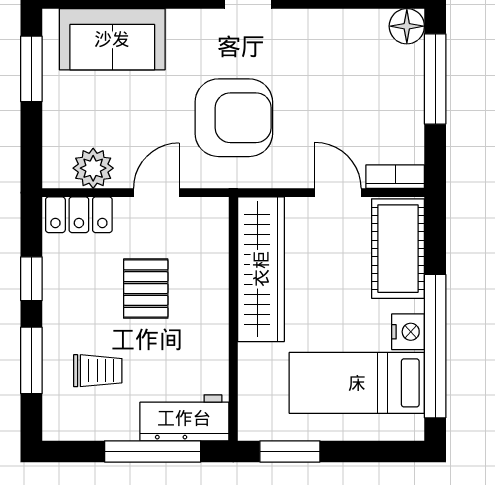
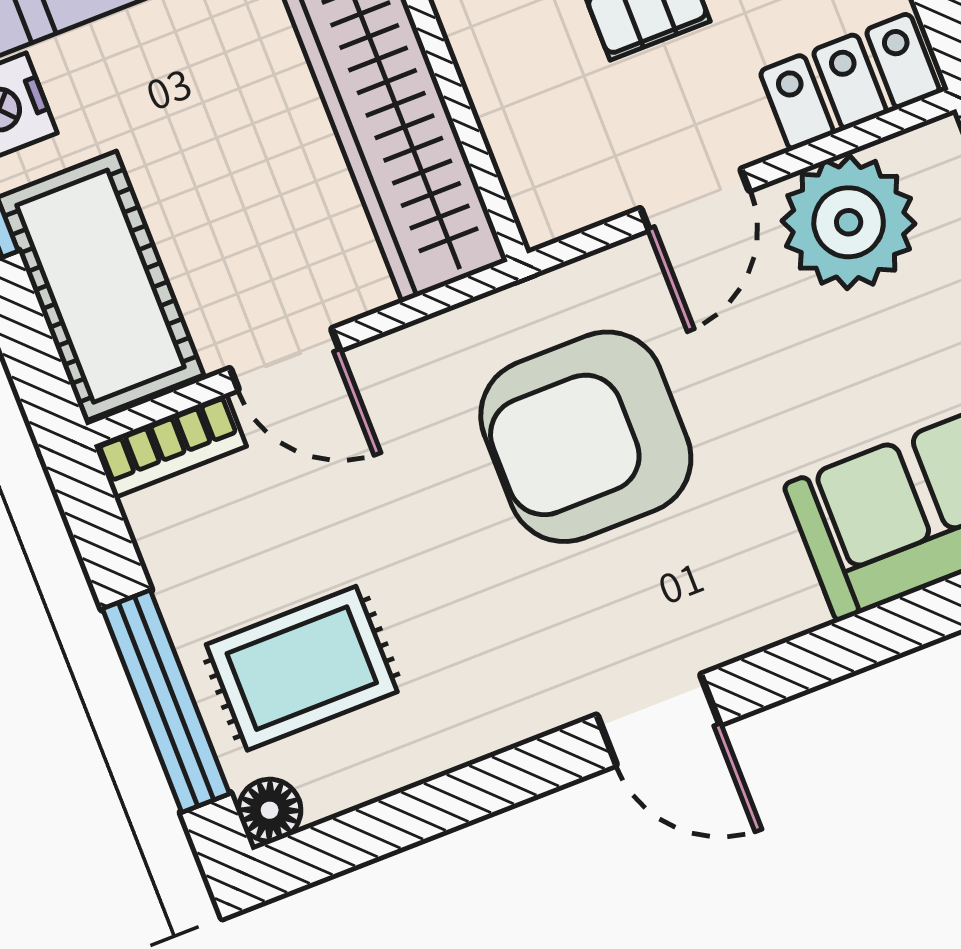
floor lamp: (407, 26) -> (270, 810), width x0.73, depth x0.73
rug: (378, 71) -> (302, 668), added
plant: (93, 168) -> (849, 222), width x1.36, depth x1.36

